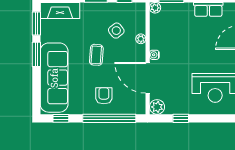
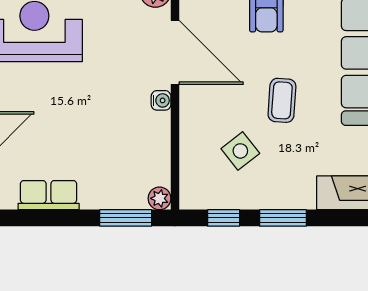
plant: (141, 39) -> (189, 134), removed

